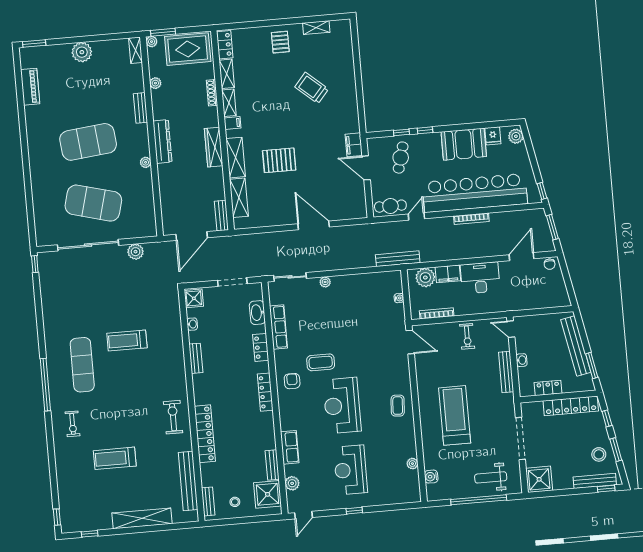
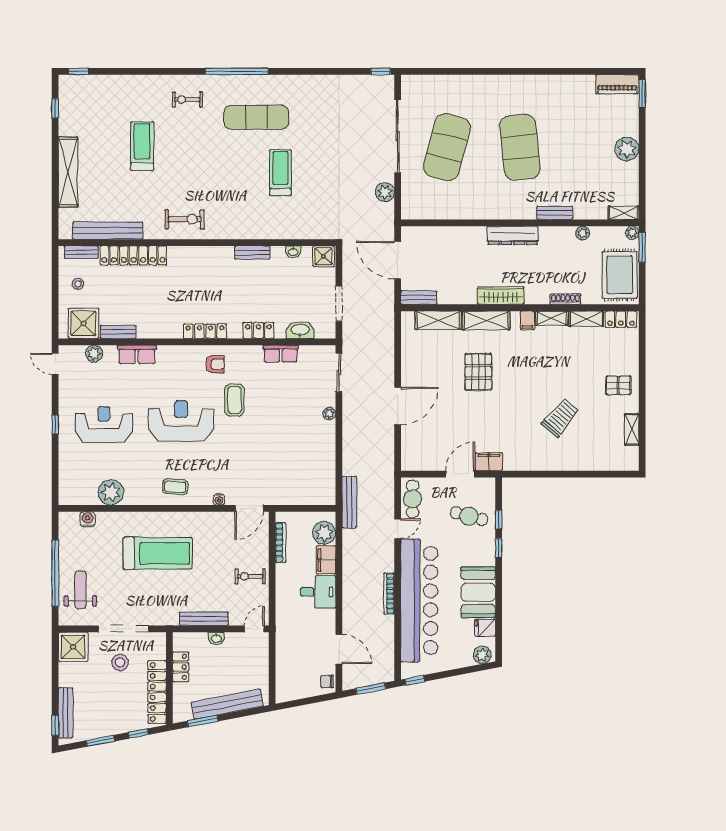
piano: (30, 87) -> (617, 84), moved
plant: (146, 162) -> (490, 213), removed
door: (416, 216) -> (398, 529), hinge flipped
desk: (480, 278) -> (318, 592), width x0.73
water cooler: (399, 298) -> (219, 500), moved
row of seats: (278, 327) -> (281, 354), width x0.68
locker: (205, 434) -> (133, 255), moved
stool: (599, 454) -> (120, 662), moved
plant: (412, 464) -> (111, 492), width x1.87, depth x1.87

